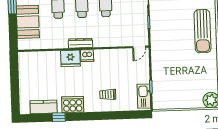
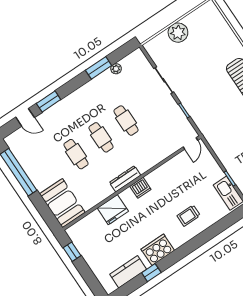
booth: (28, 22) -> (62, 203), moved
fridge: (70, 58) -> (113, 210), moved
window: (14, 70) -> (72, 252), added

